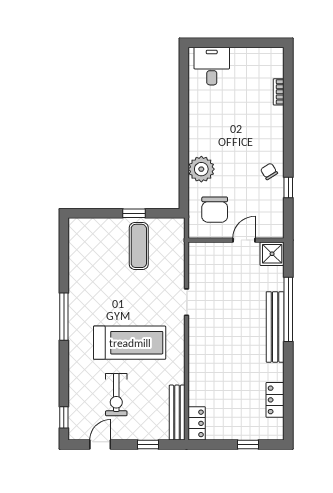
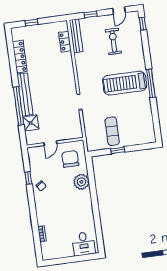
shower: (272, 254) -> (31, 123), moved
treadmill: (130, 343) -> (125, 83), moved
locker: (275, 400) -> (20, 57), width x1.53
locker: (197, 423) -> (65, 42), moved

